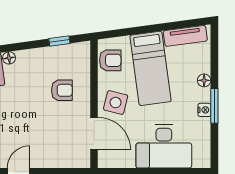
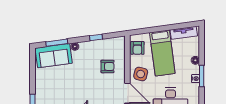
window: (59, 41) -> (96, 37), moved
armchair: (110, 60) -> (137, 48), turned 90

